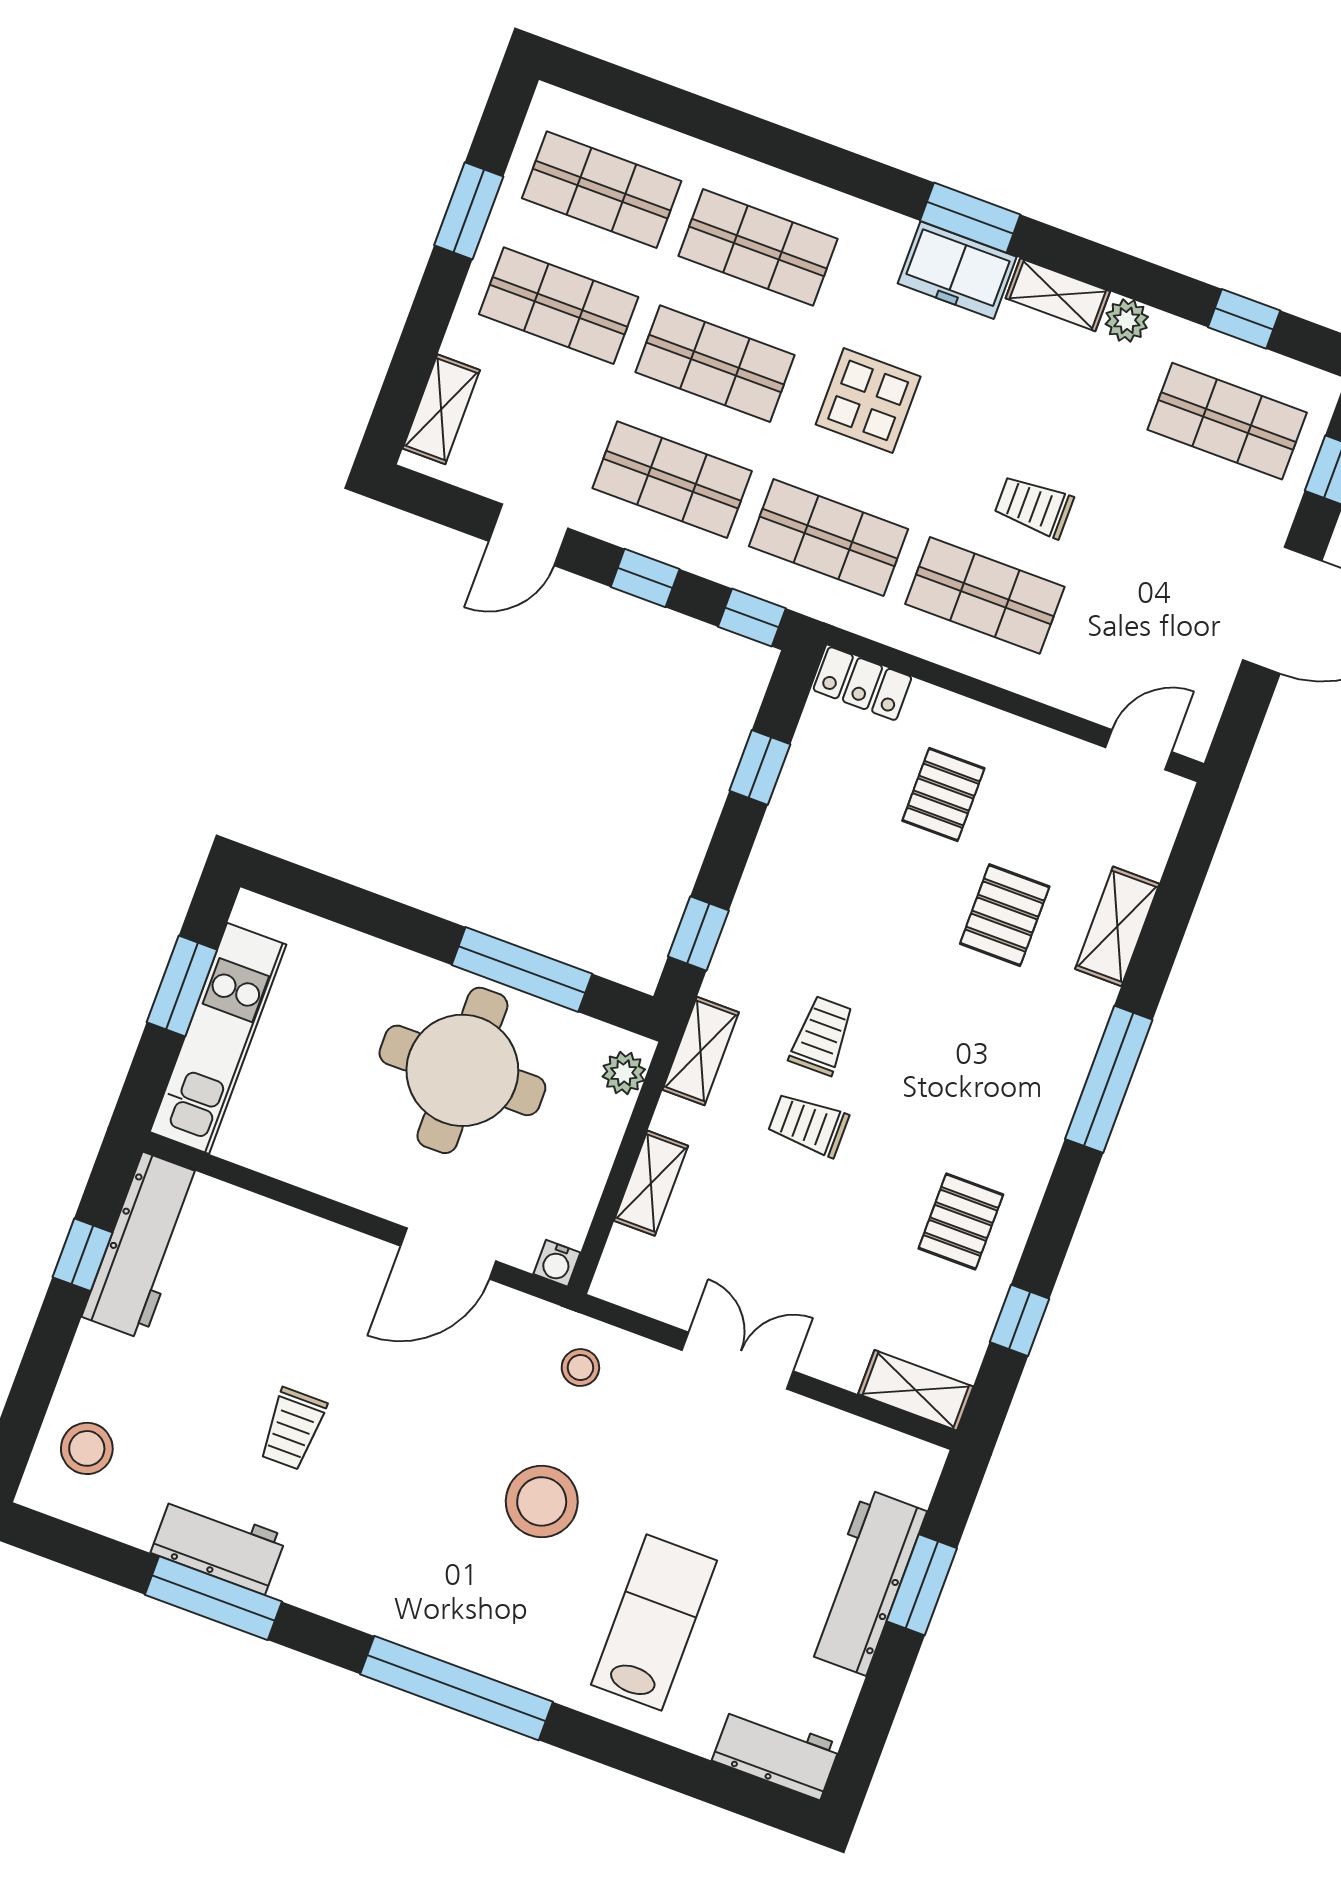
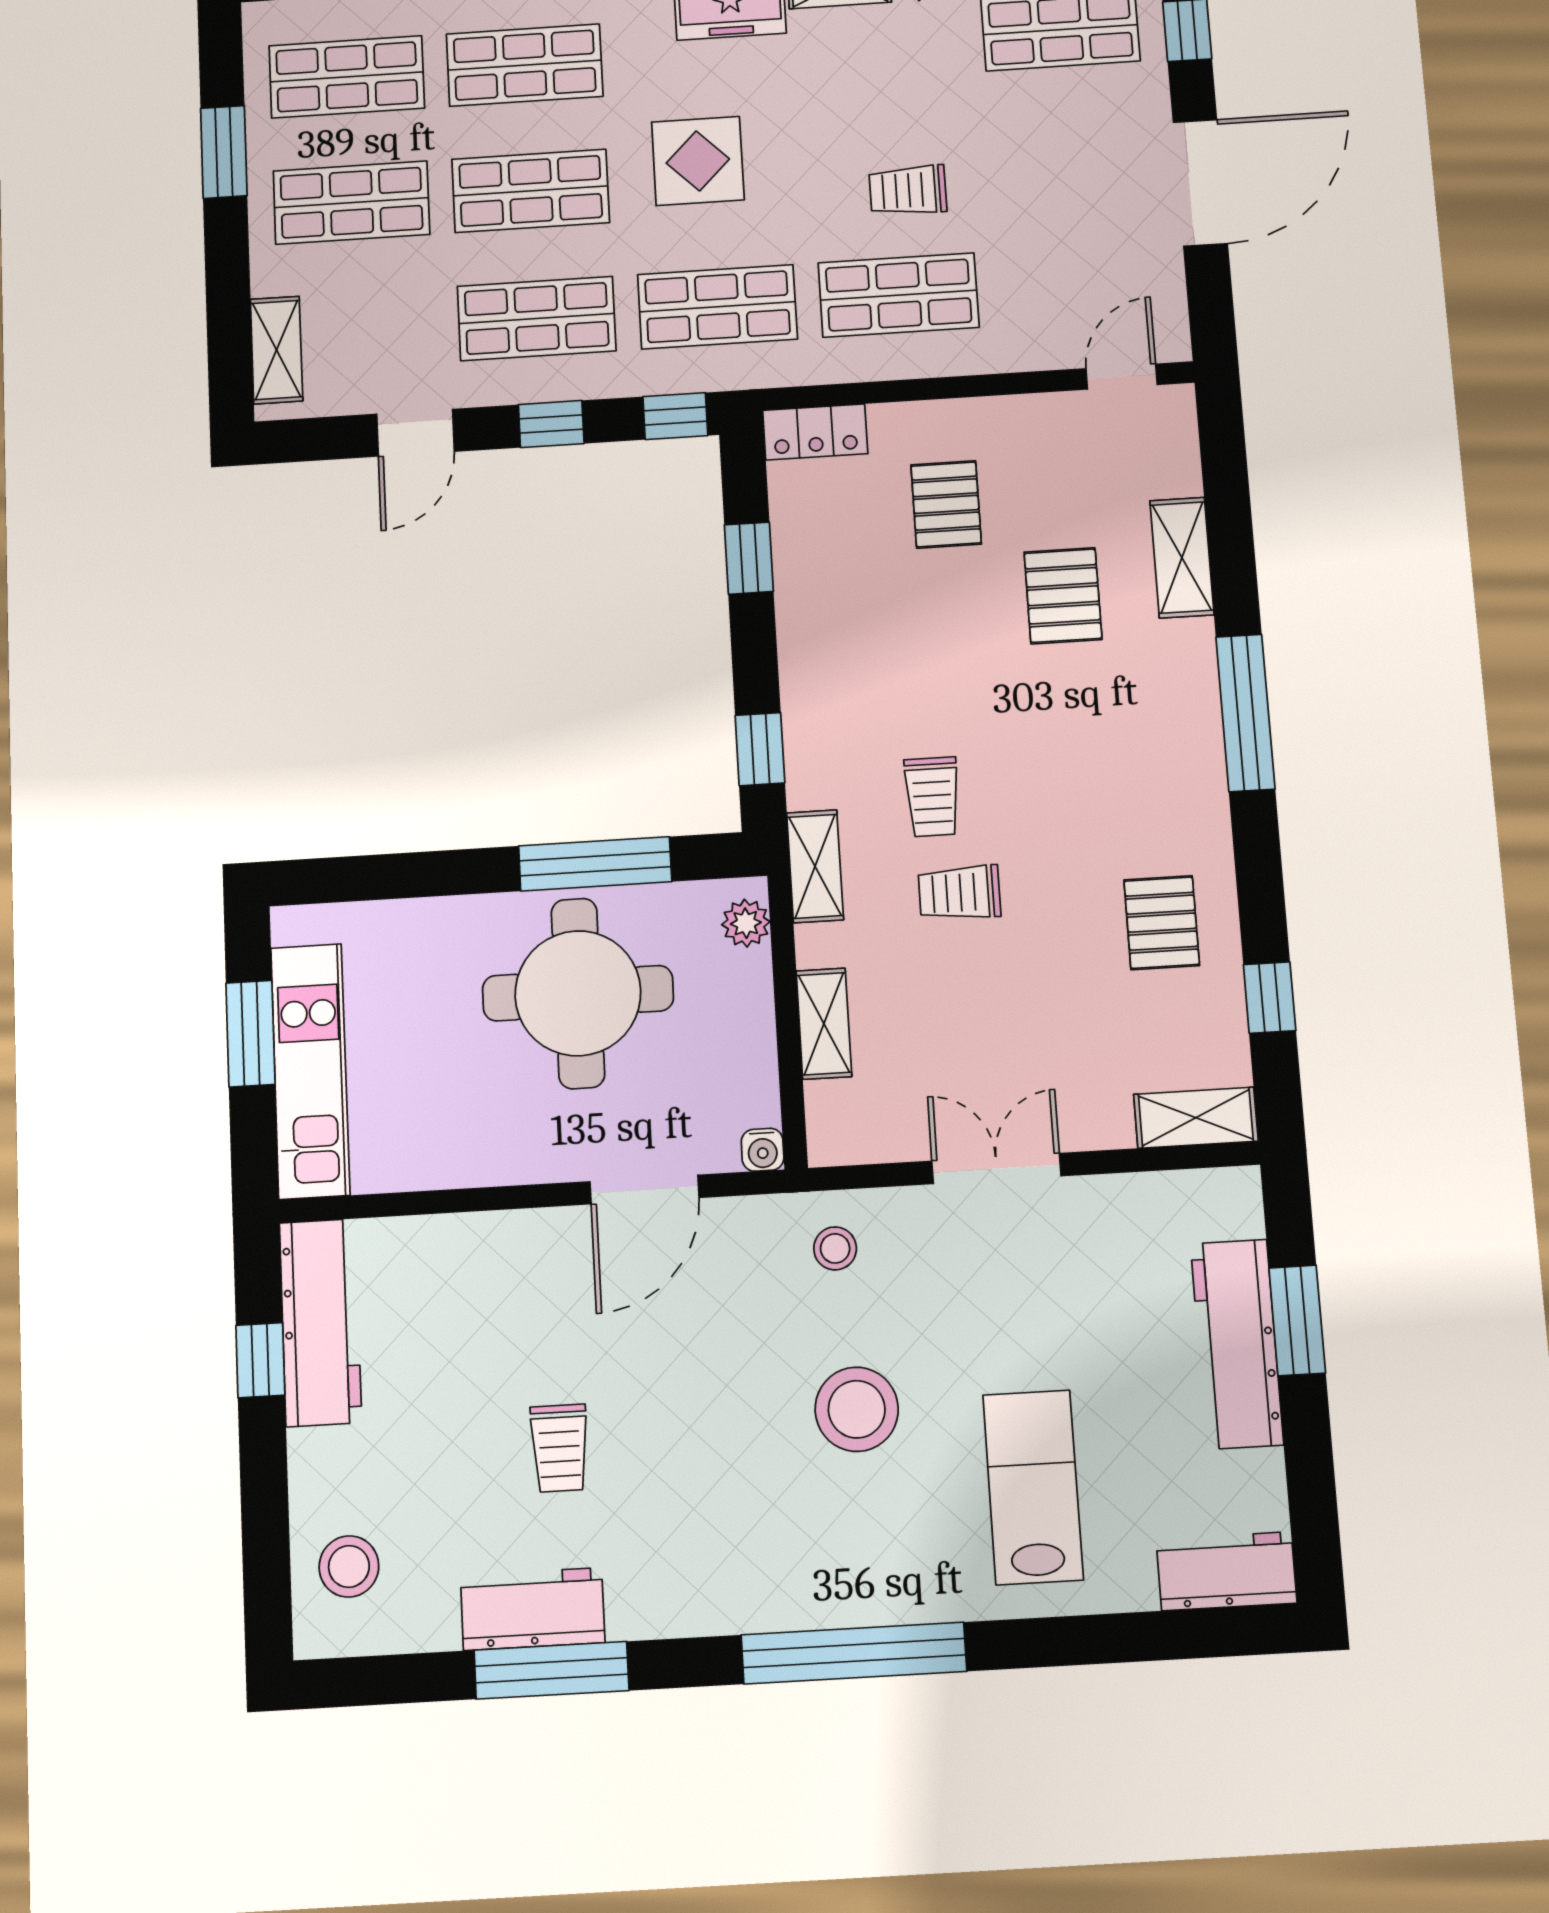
trolley: (822, 1036) -> (932, 797), turned 180

